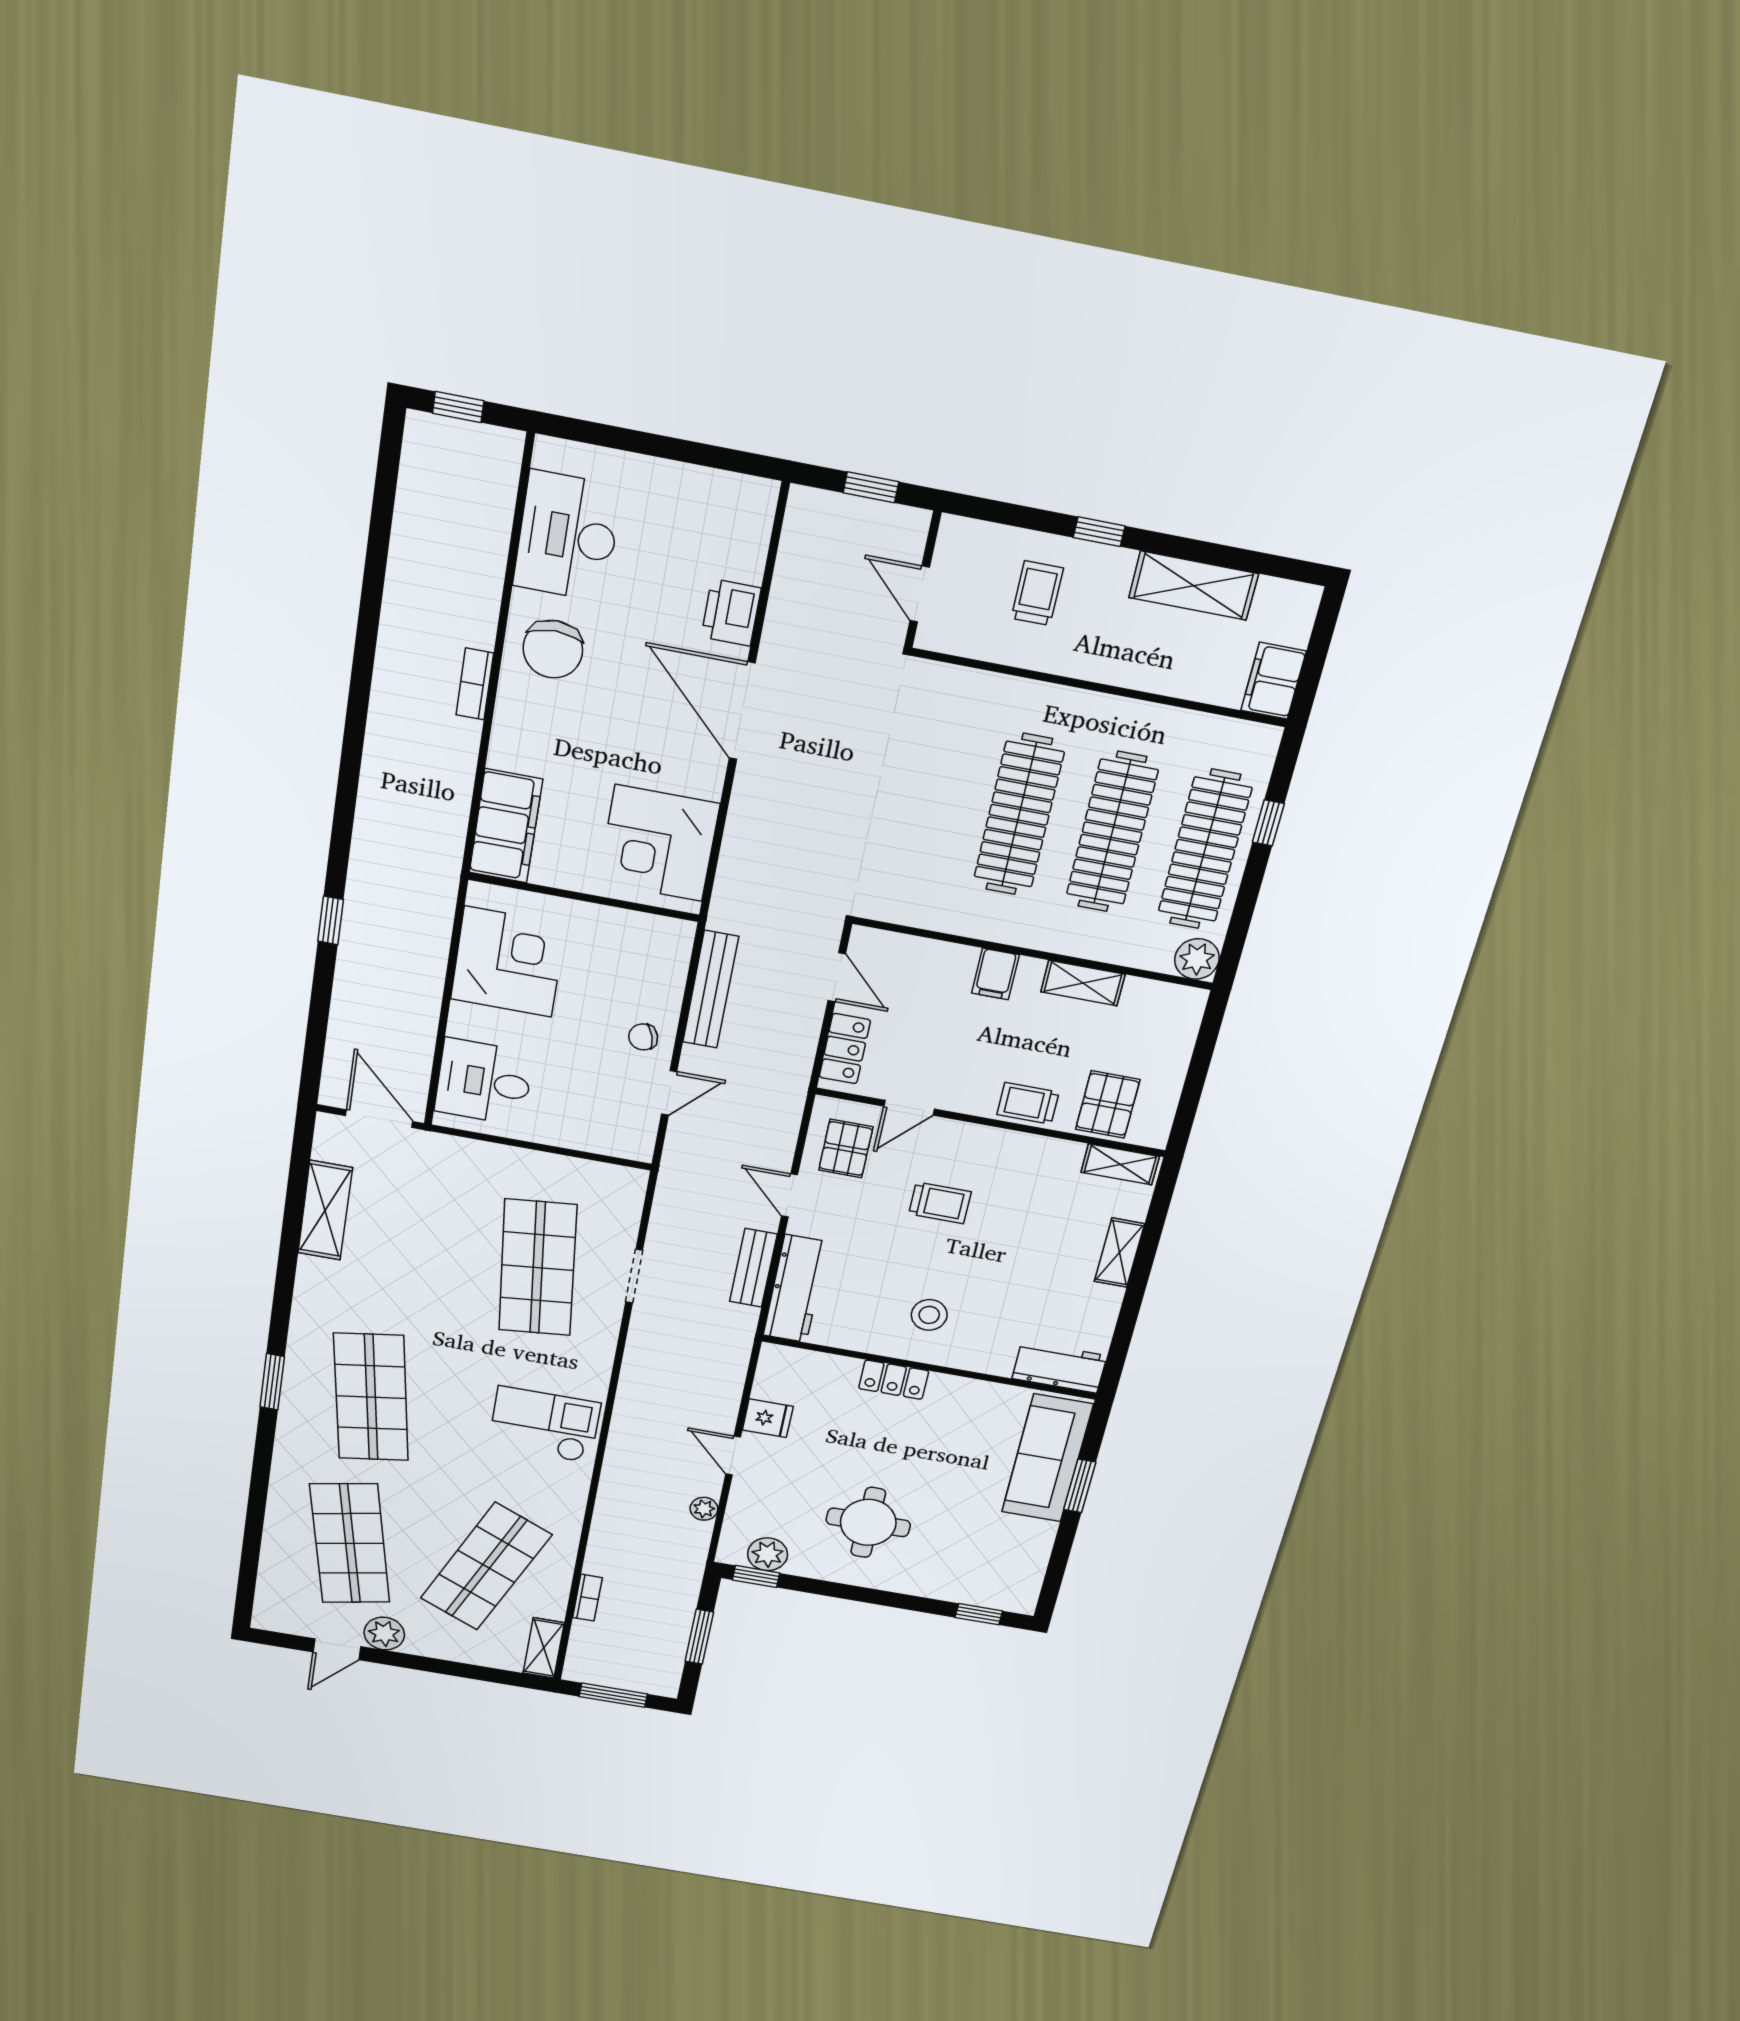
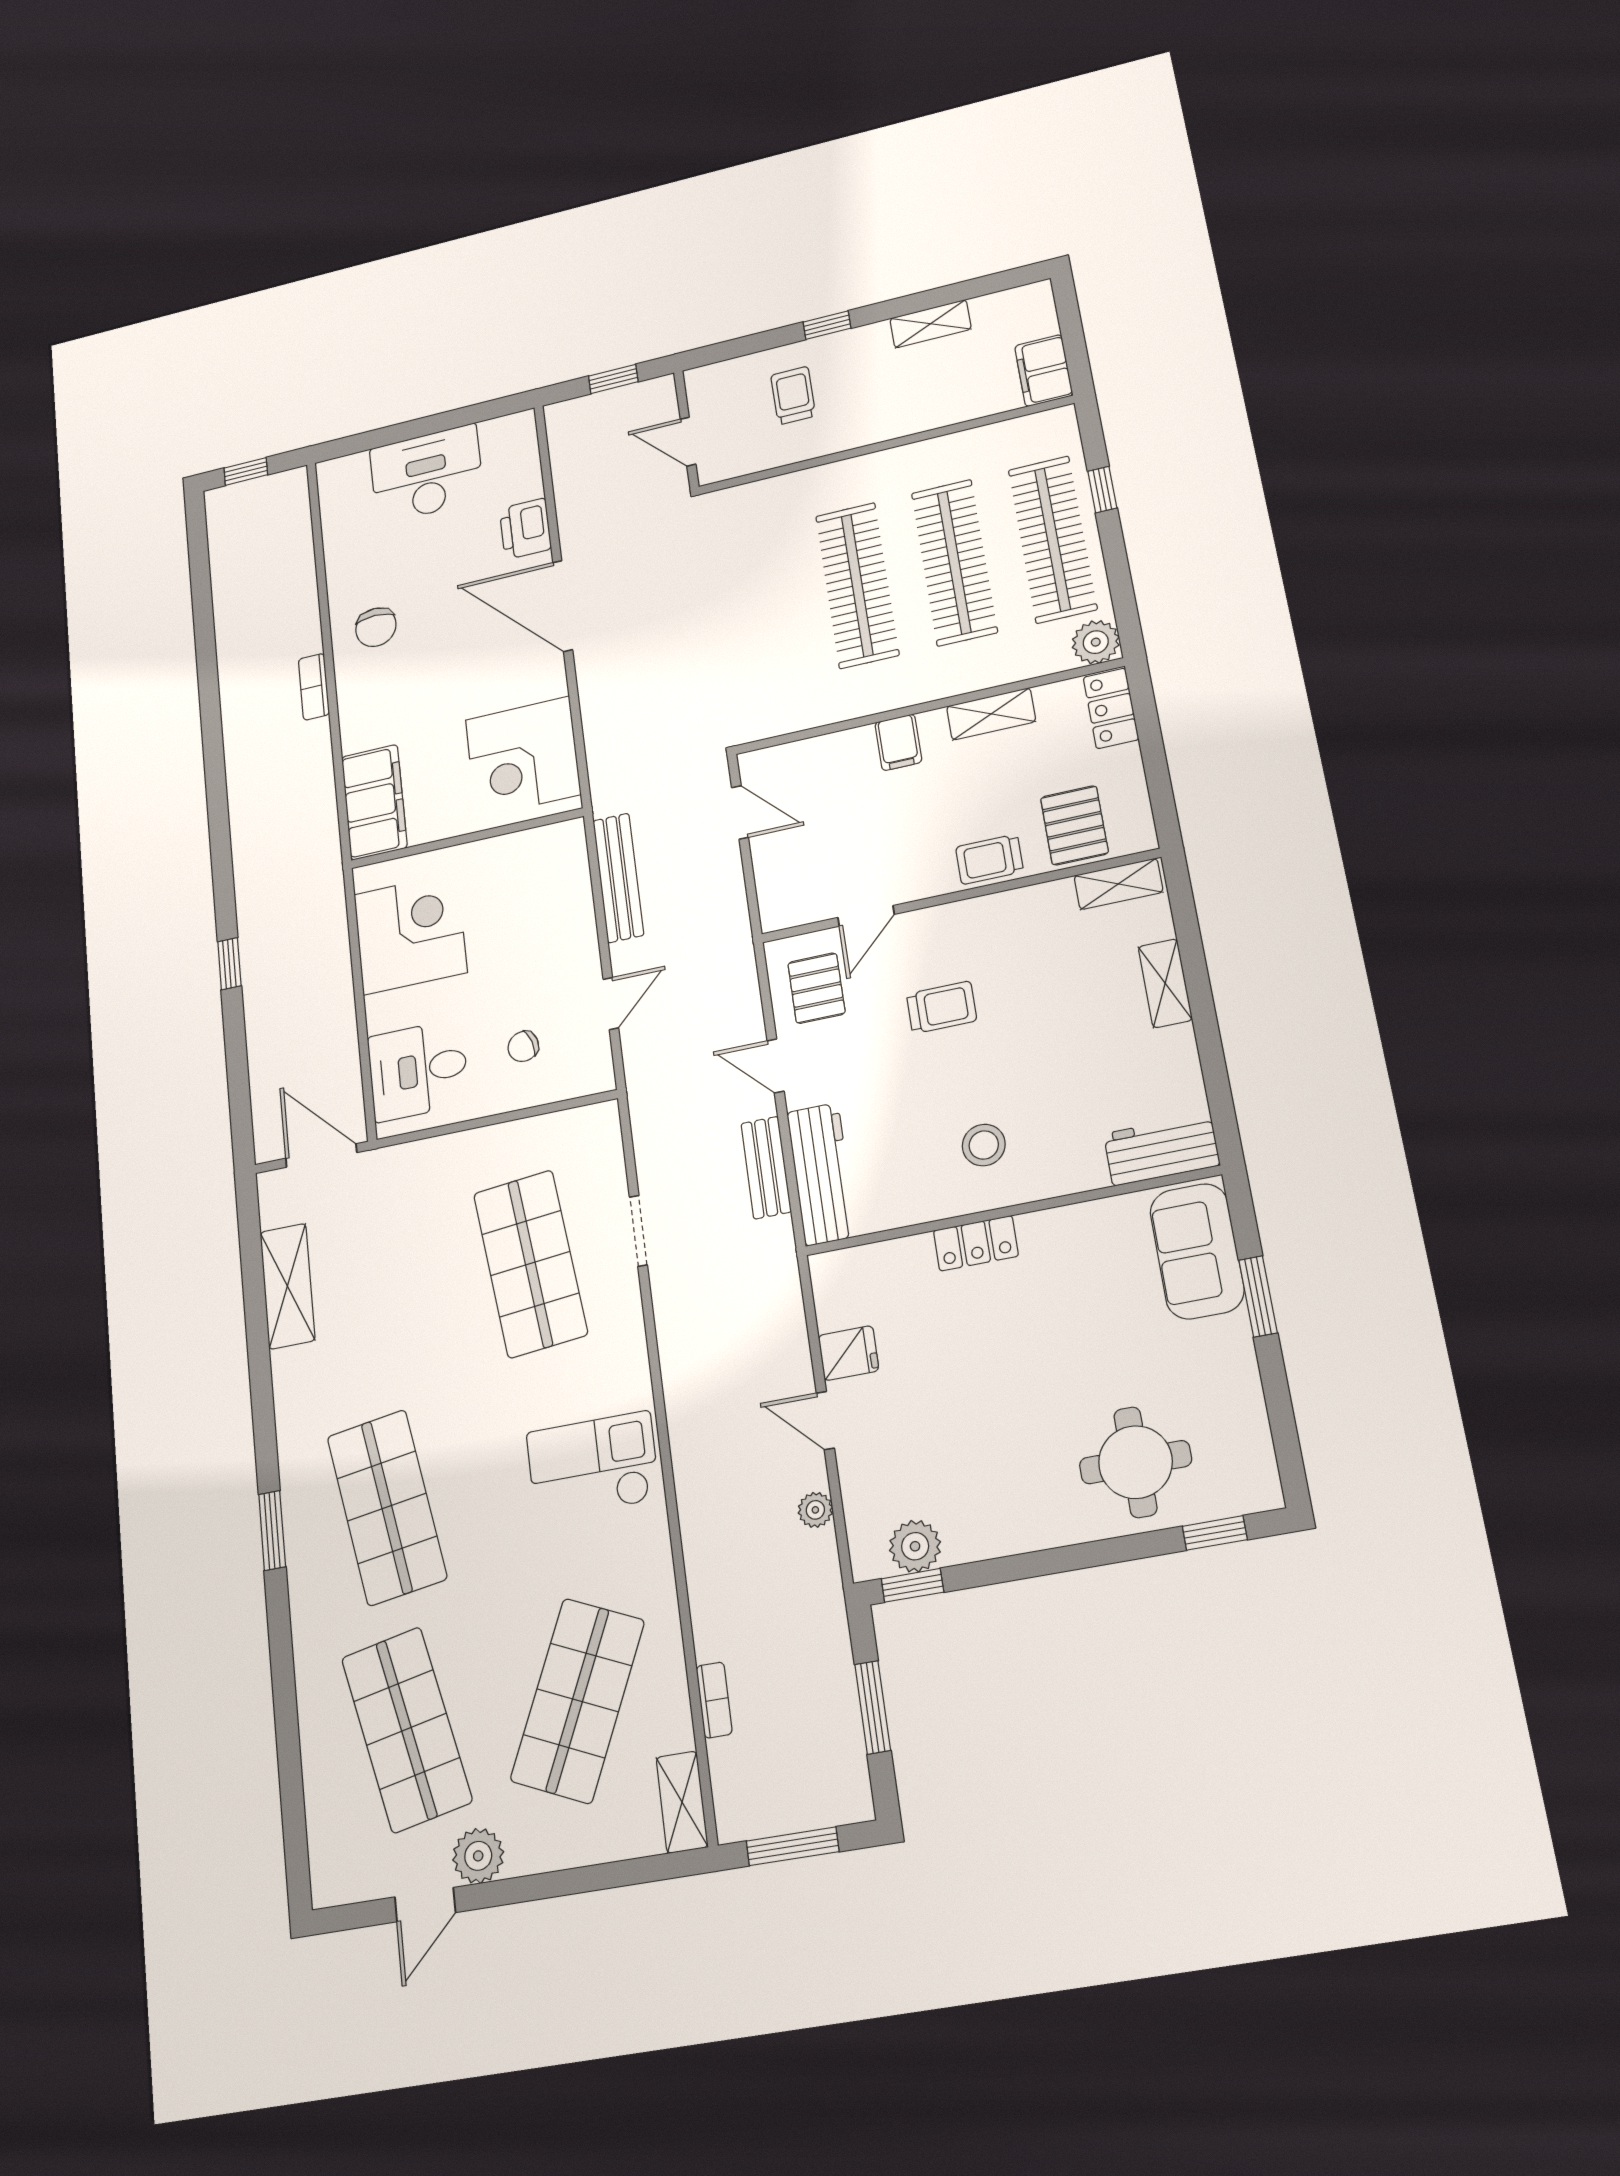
desk: (567, 536) -> (427, 474), moved, turned 90
shelving: (1194, 586) -> (930, 324), width x0.67, depth x0.75
chair: (553, 649) -> (376, 627), width x0.73, depth x0.73
chair: (643, 1037) -> (523, 1046), moved
locker: (845, 1049) -> (1111, 708), moved, turned 180
sofa: (1047, 1458) -> (1197, 1251), width x0.73
round table: (868, 1522) -> (1135, 1462), moved

